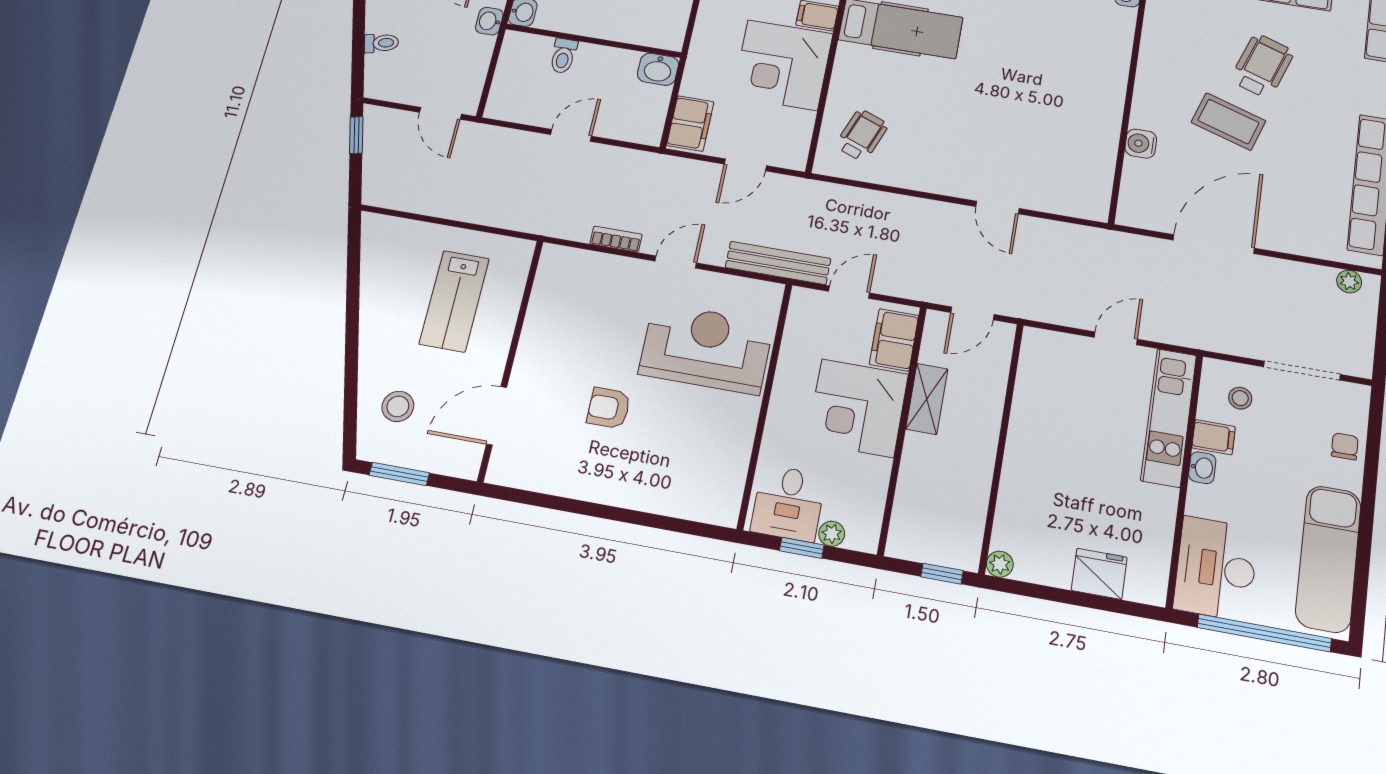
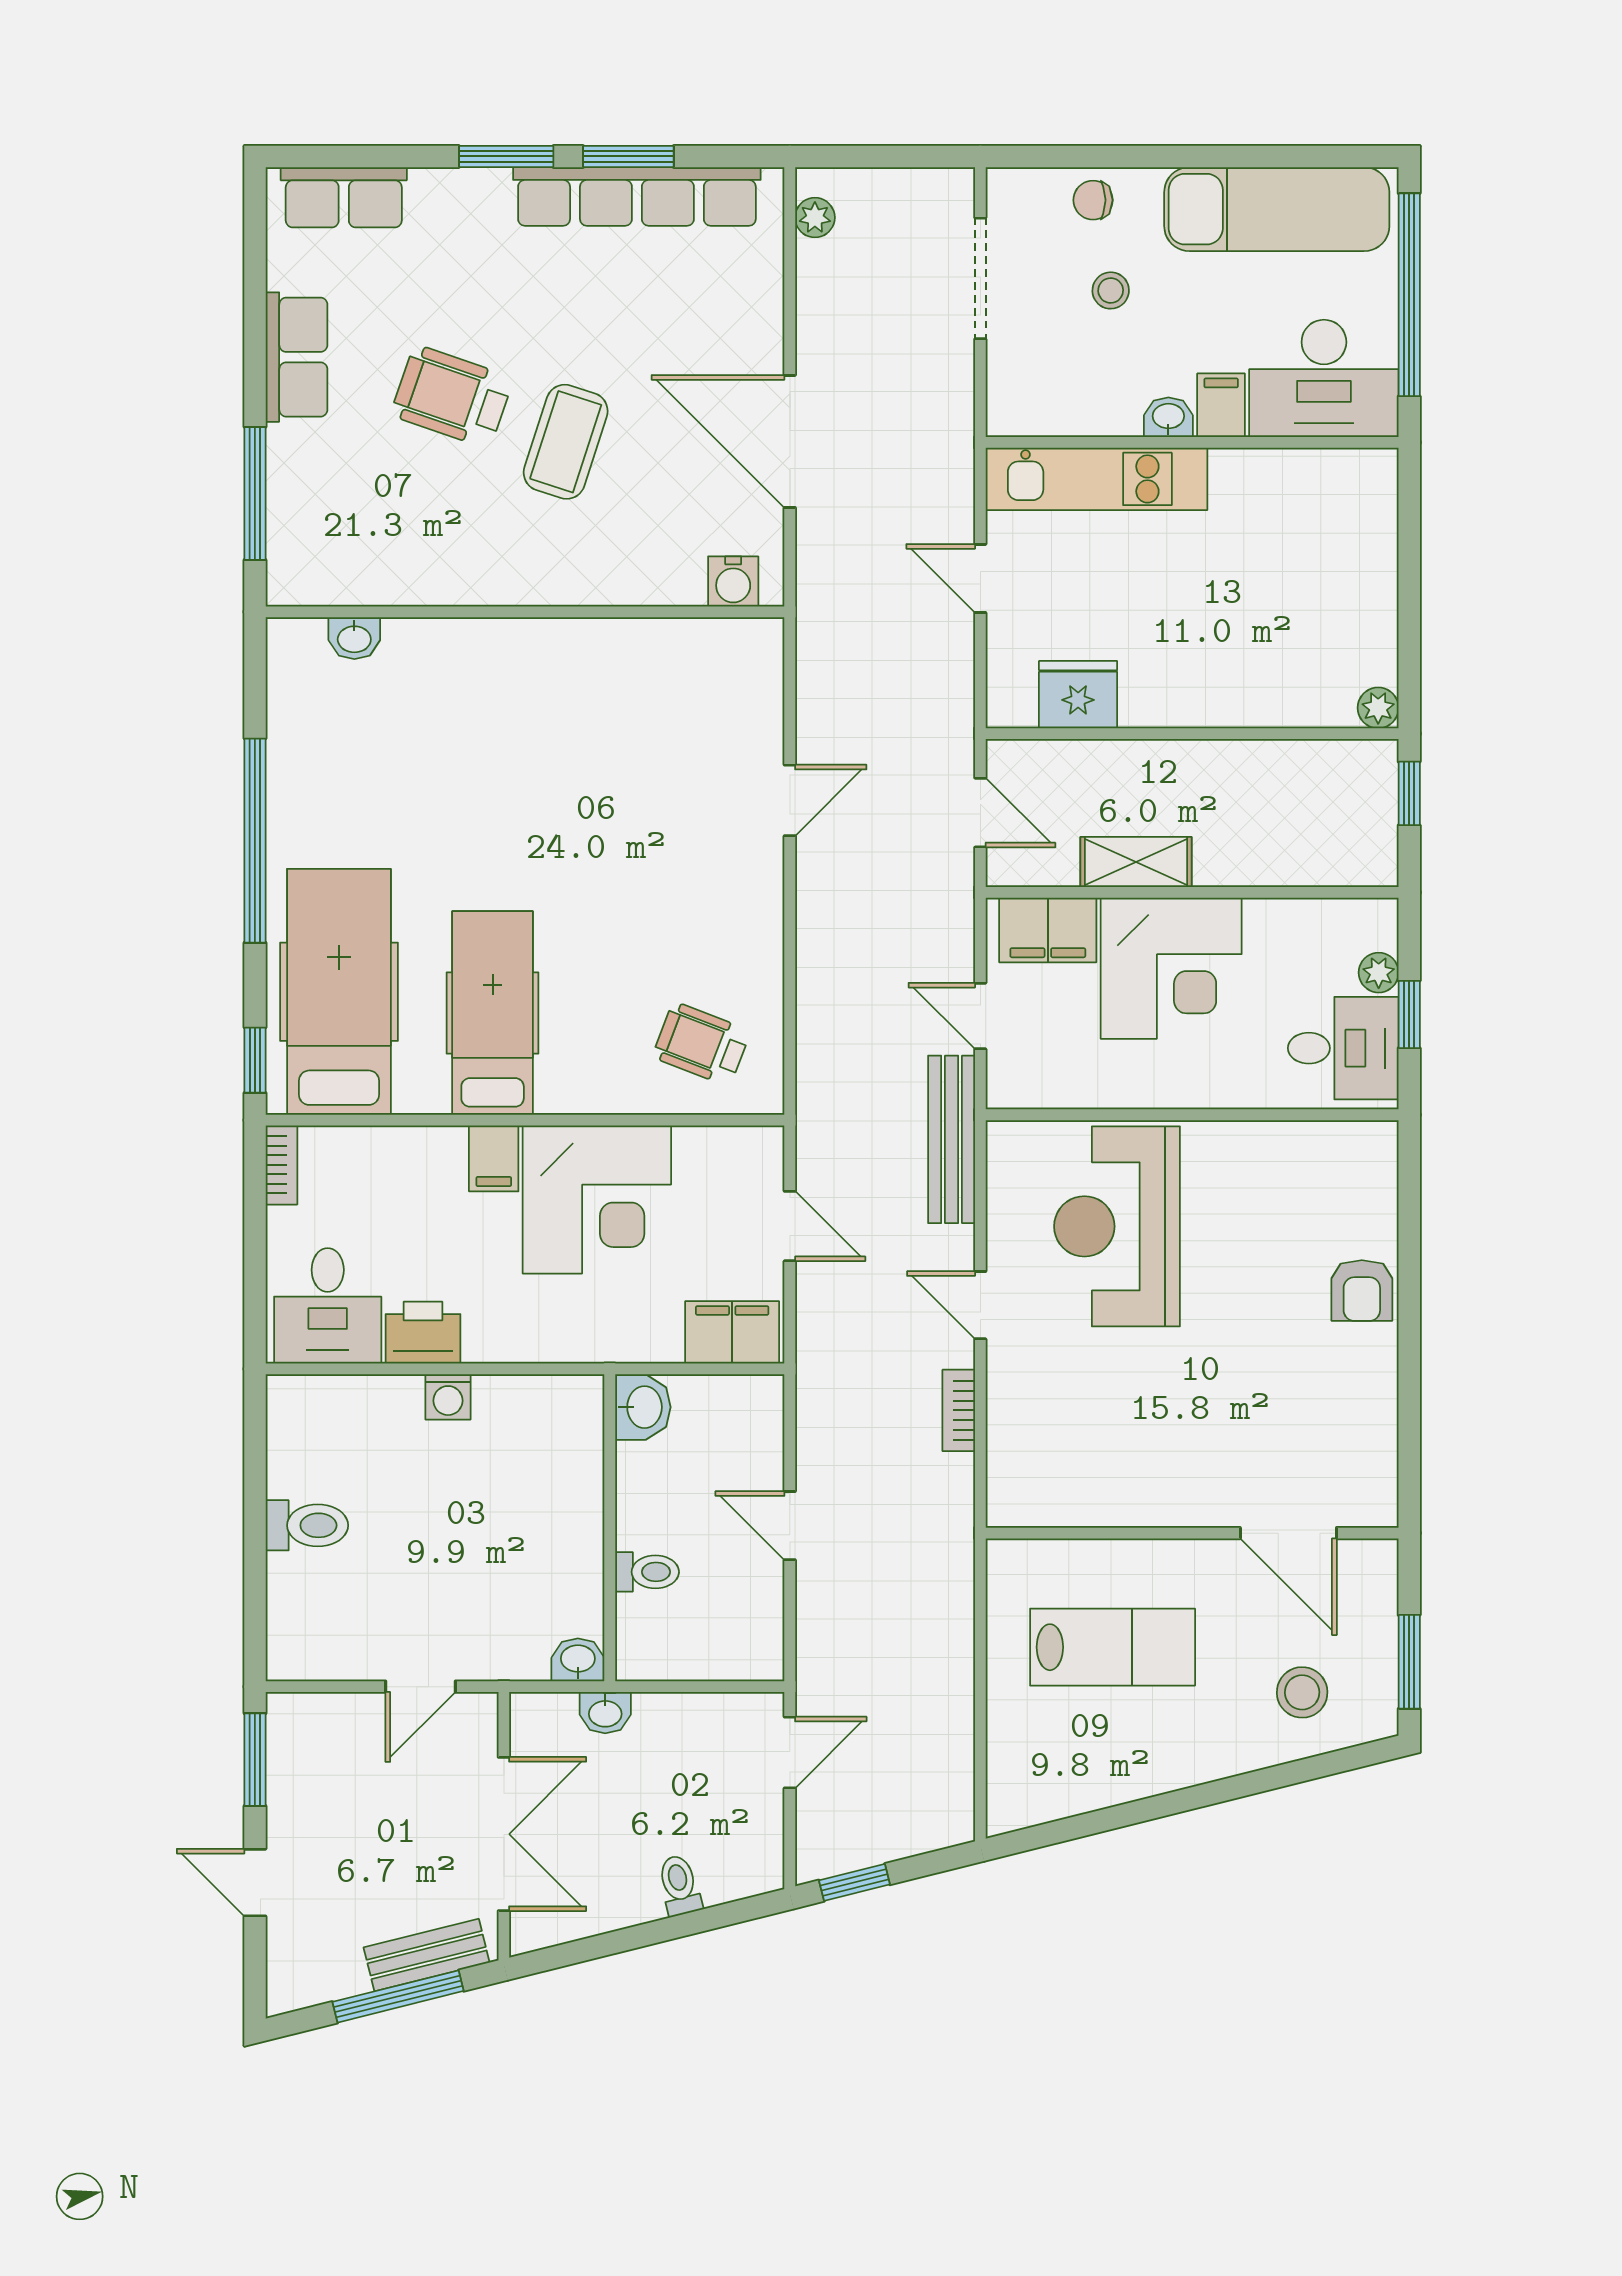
water cooler: (1141, 144) -> (733, 581), moved
stool: (1240, 398) -> (1111, 290), moved
armchair: (609, 408) -> (1362, 1291), moved
filing cabinet: (1214, 437) -> (1221, 405), moved
fridge: (1099, 574) -> (1078, 695), moved, turned 90

